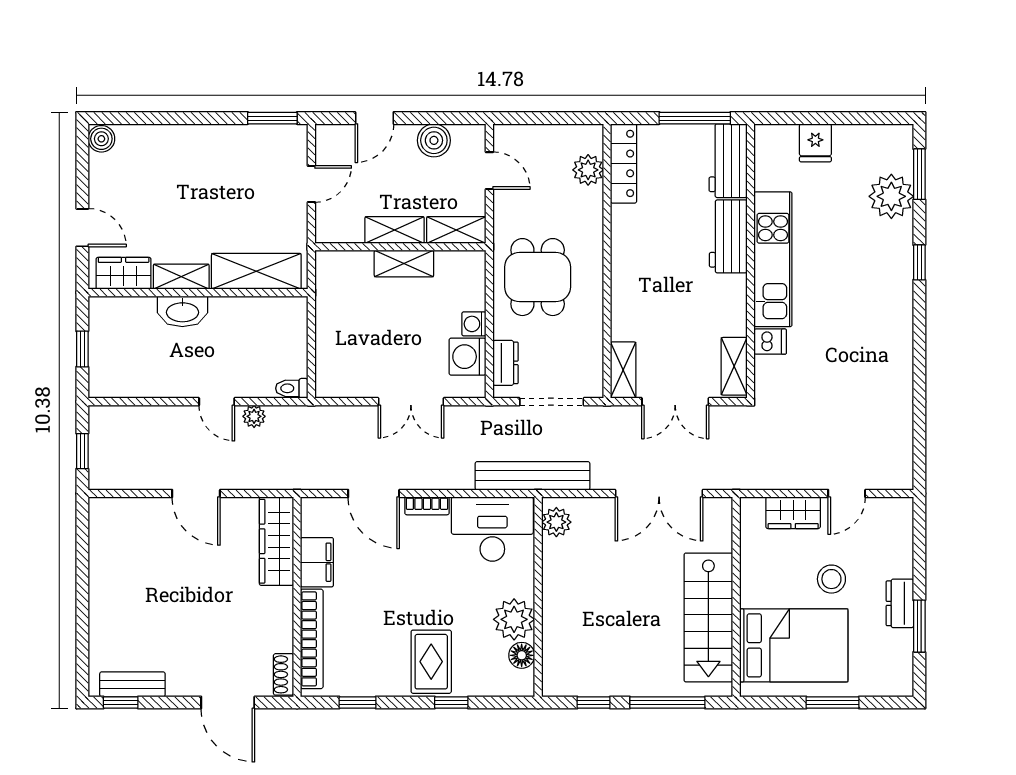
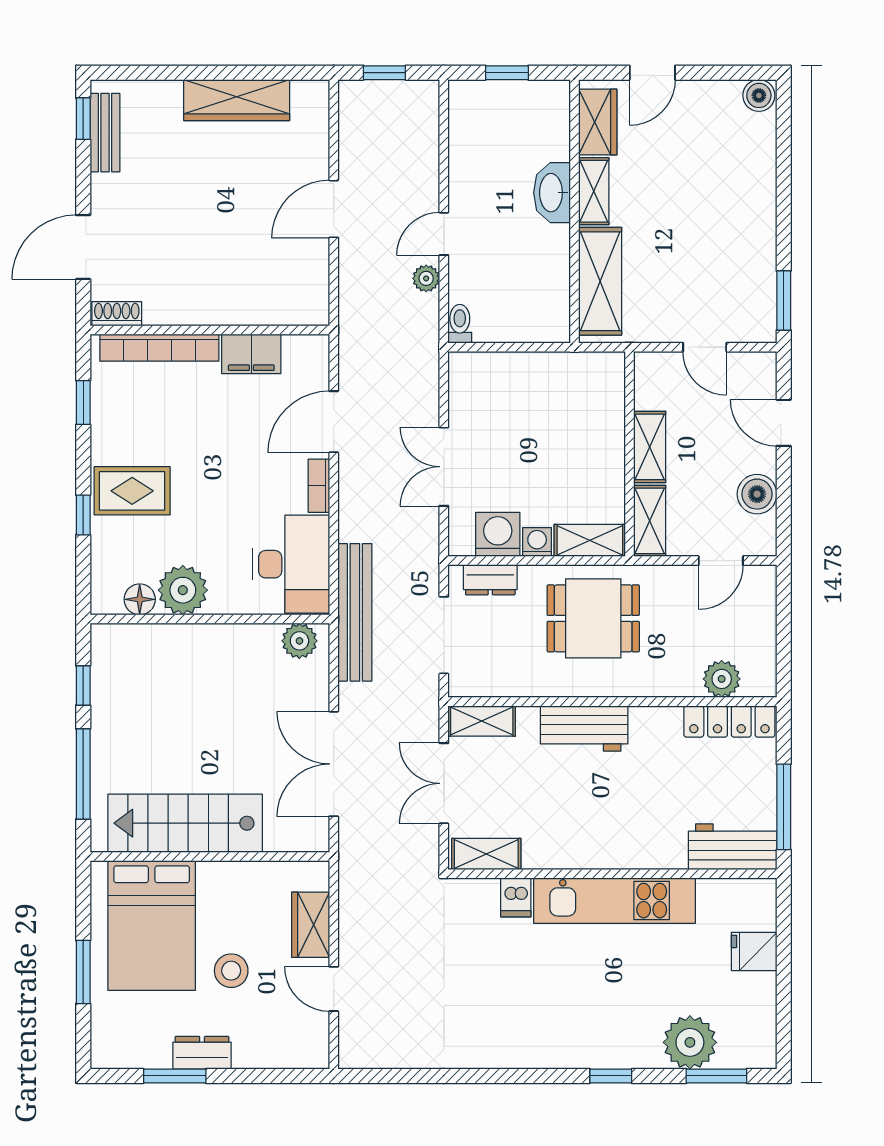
workbench: (728, 236) -> (584, 728), moved, turned 180
shelving: (404, 264) -> (590, 540), moved, turned 90
wardrobe: (276, 541) -> (237, 100), moved, turned 180

